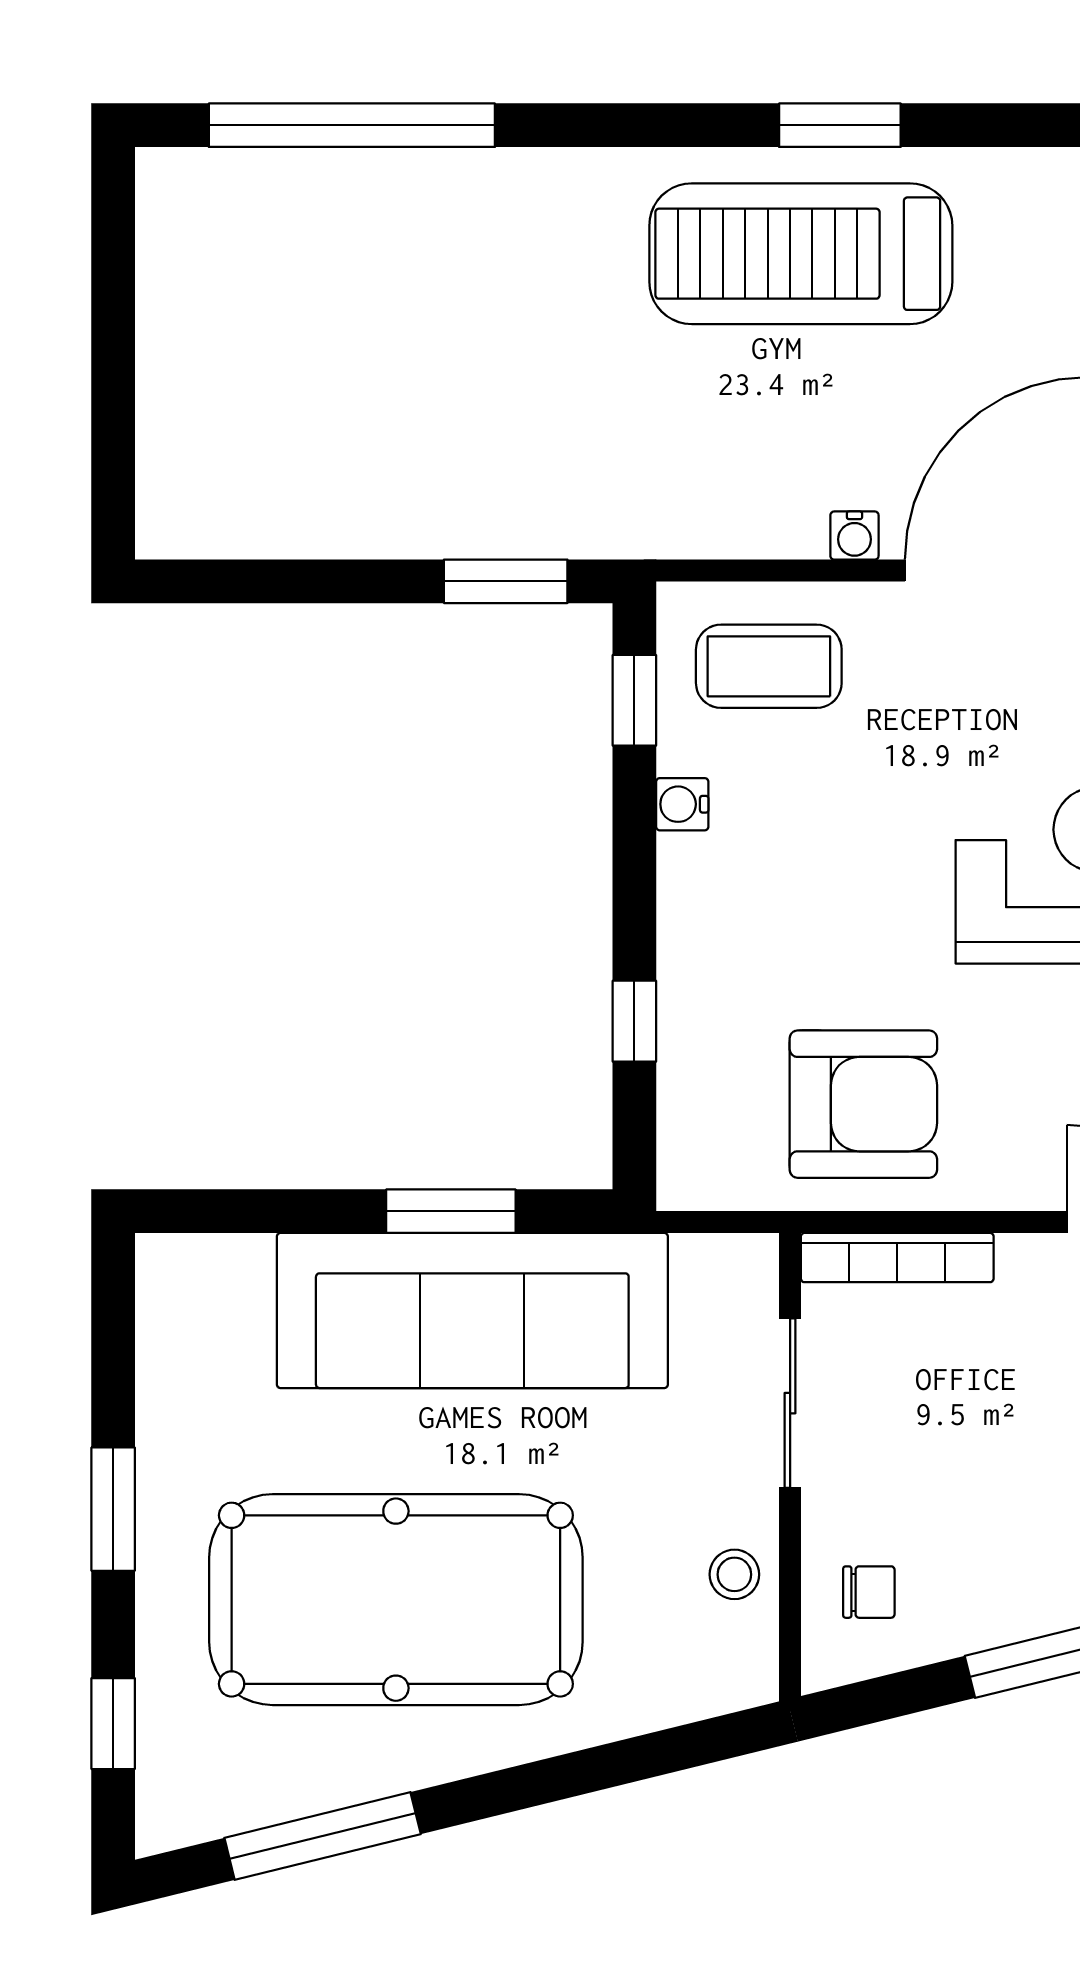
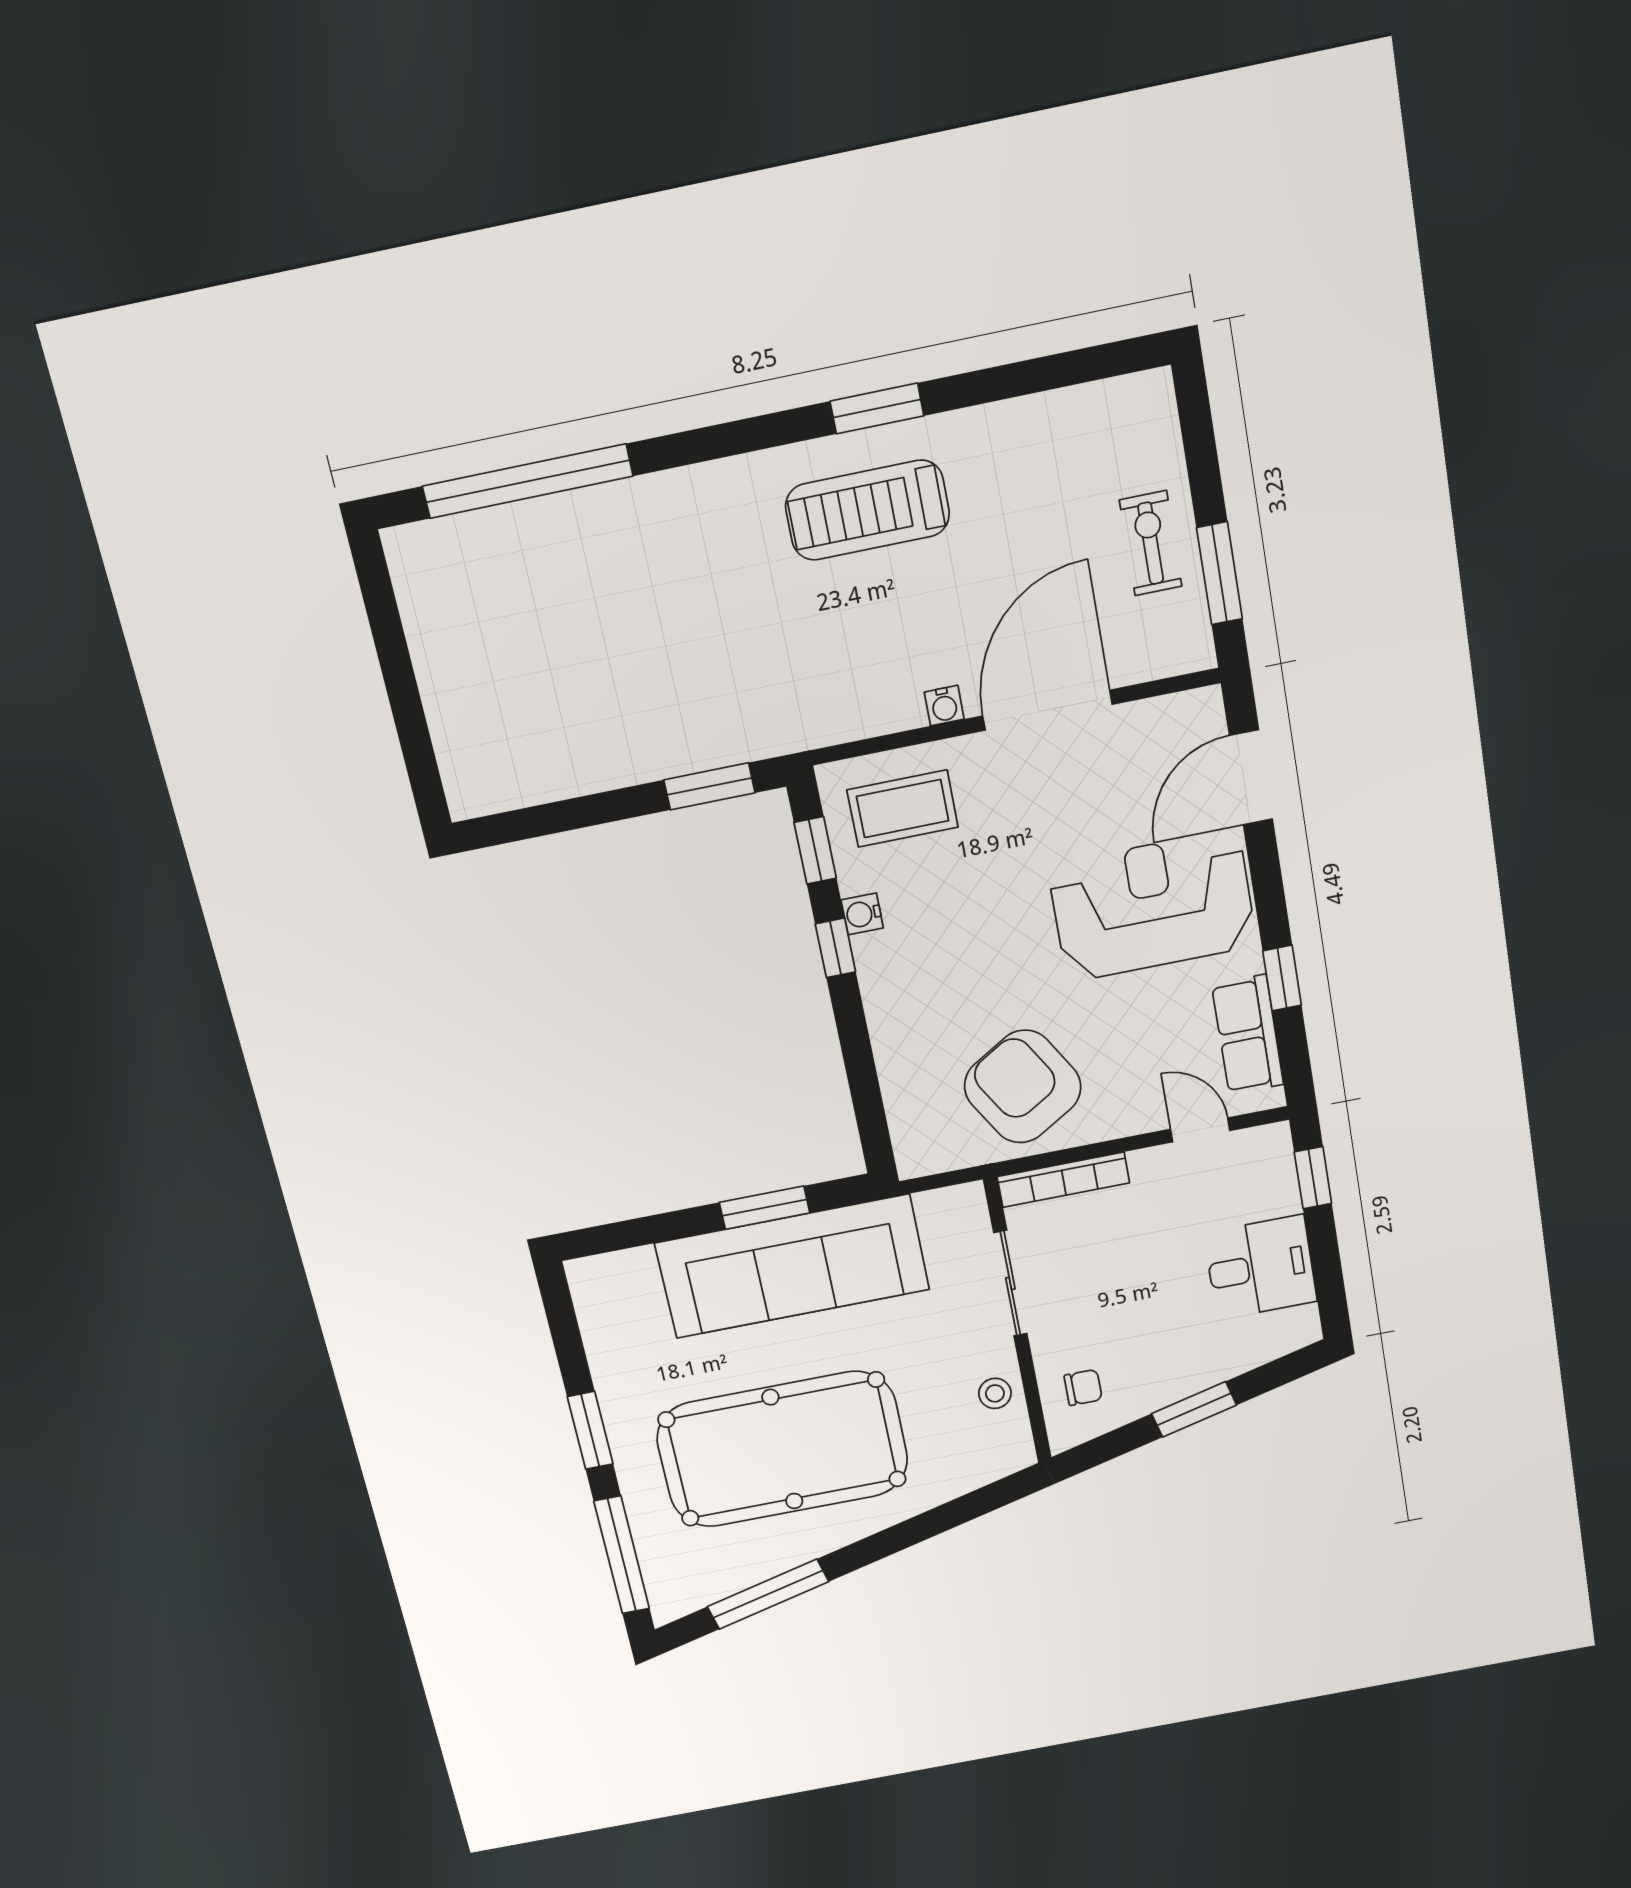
treadmill: (801, 254) -> (867, 510), width x0.73, depth x0.73
window: (634, 1021) -> (836, 948), moved
armchair: (863, 1104) -> (1023, 1087), turned -121
window: (113, 1724) -> (622, 1555), width x2.17

